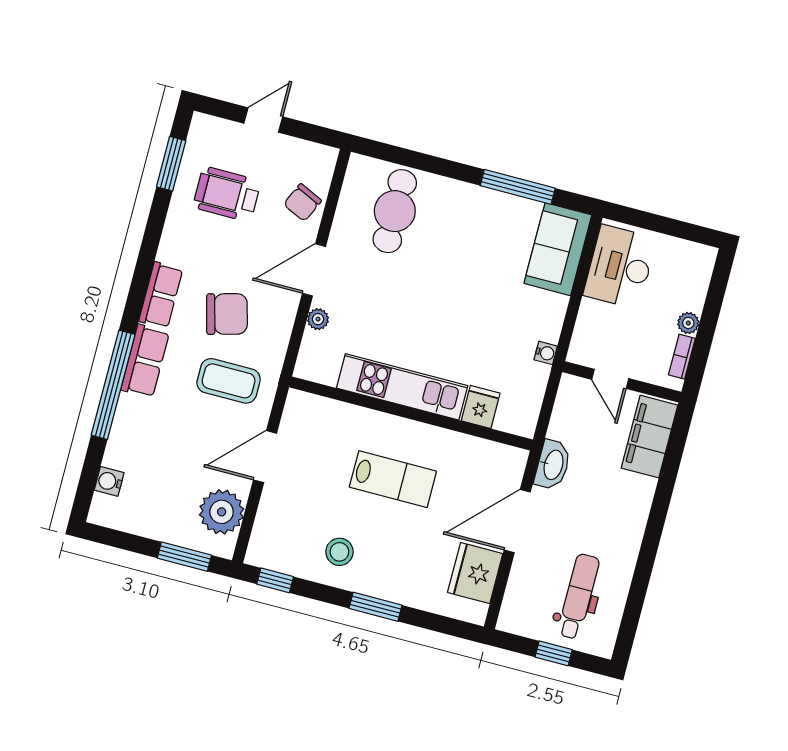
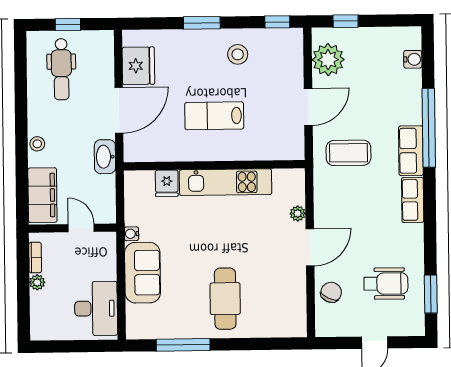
cafe table: (395, 211) -> (225, 299), moved
sofa: (558, 249) -> (143, 273), moved
chair: (227, 314) -> (363, 199), removed
stool: (638, 506) -> (37, 144), added
window: (184, 557) -> (346, 21), width x0.67

